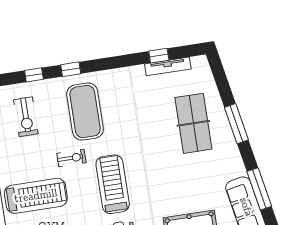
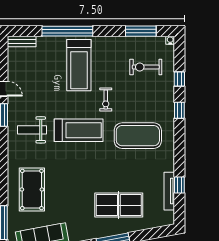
exercise mat: (85, 112) -> (138, 136), moved

